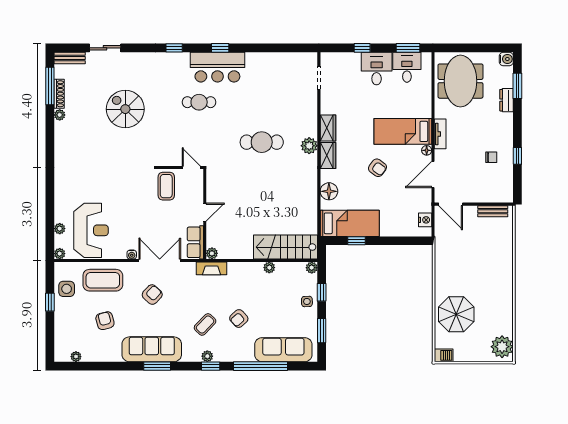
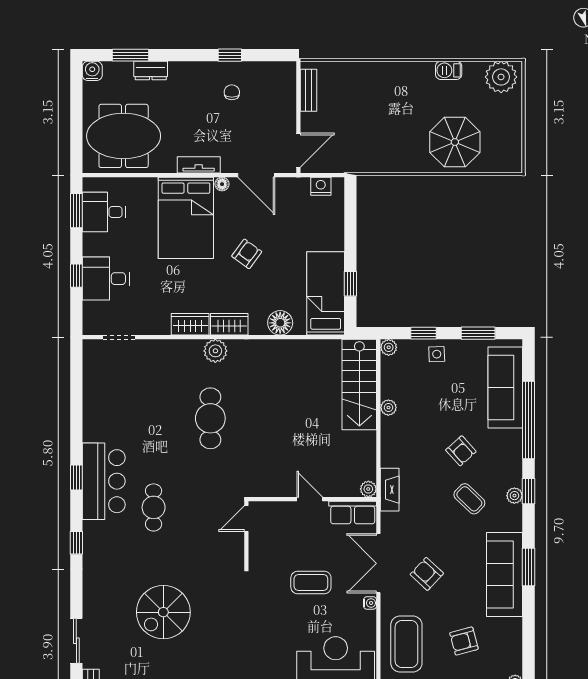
desk: (377, 69) -> (106, 279), moved
bed: (403, 131) -> (186, 218), width x1.50
coffee table: (166, 186) -> (311, 583), moved
barbecue: (444, 355) -> (449, 70), moved, turned -90

